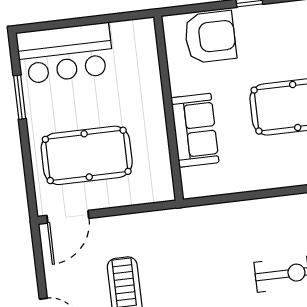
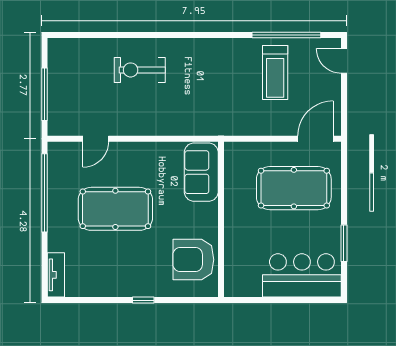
armchair: (210, 37) -> (193, 260), moved
sofa: (195, 130) -> (201, 172), moved

